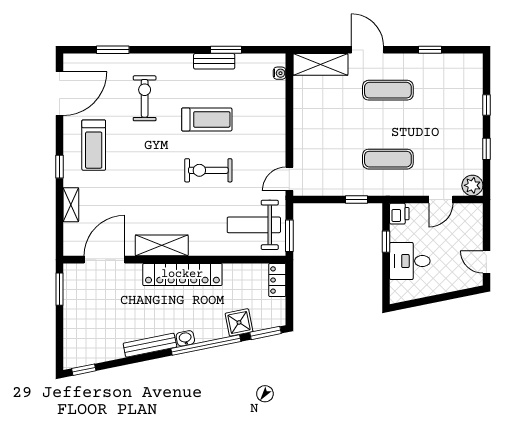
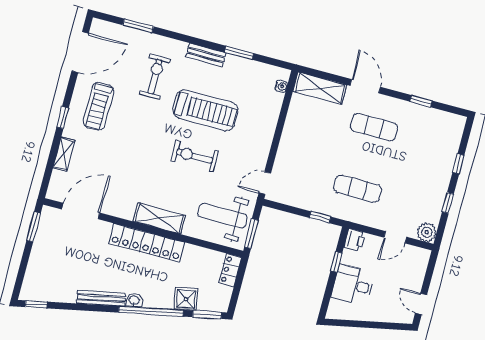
bench: (214, 61) -> (206, 55), moved
treadmill: (207, 119) -> (205, 110), width x1.37, depth x1.38
shelving: (162, 245) -> (159, 218), moved

